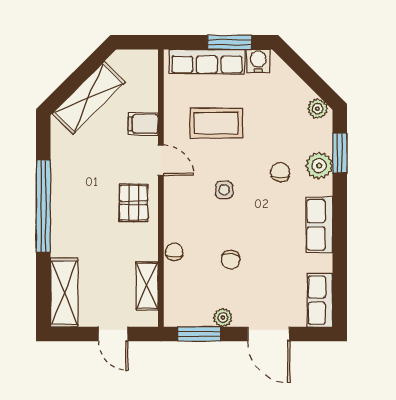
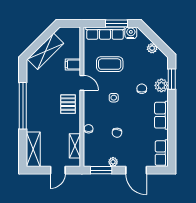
plant: (317, 109) -> (152, 48), moved
door: (113, 334) -> (58, 170), hinge flipped

